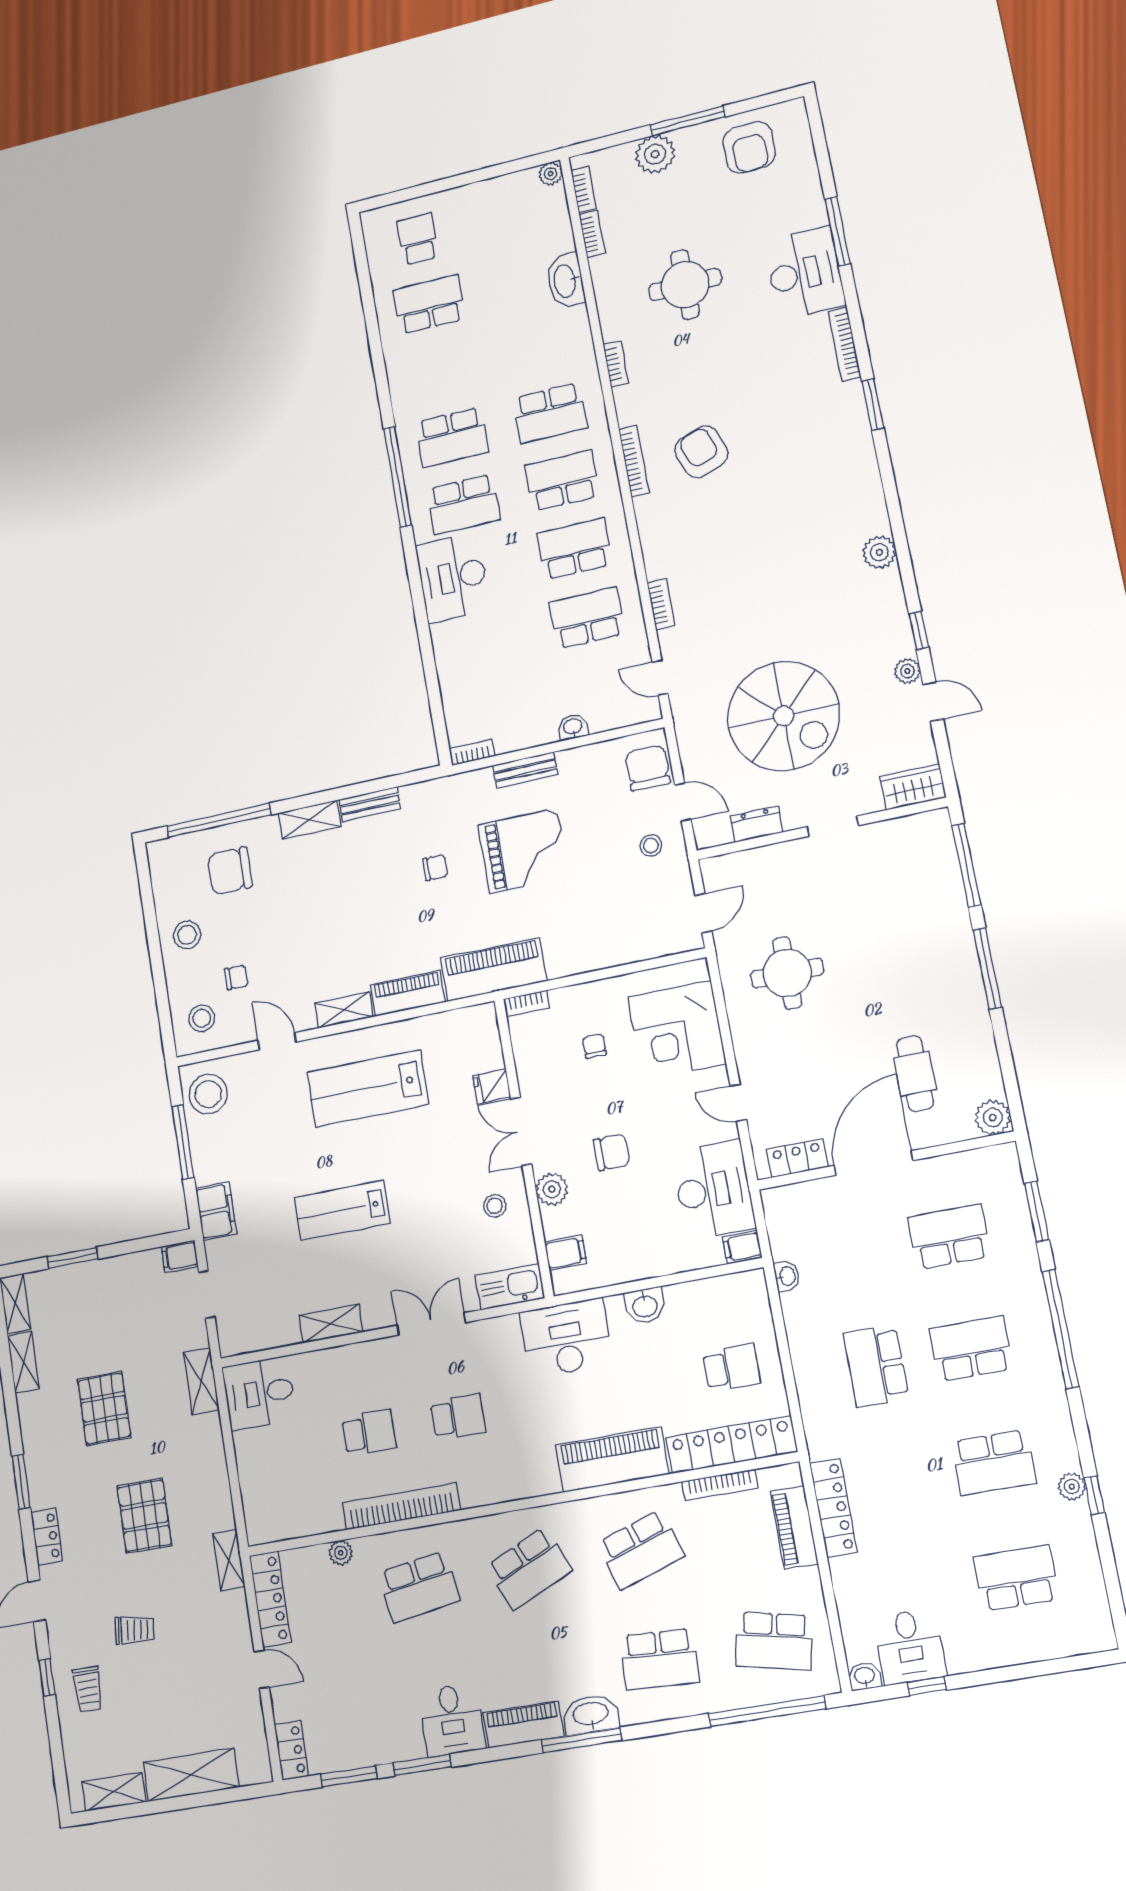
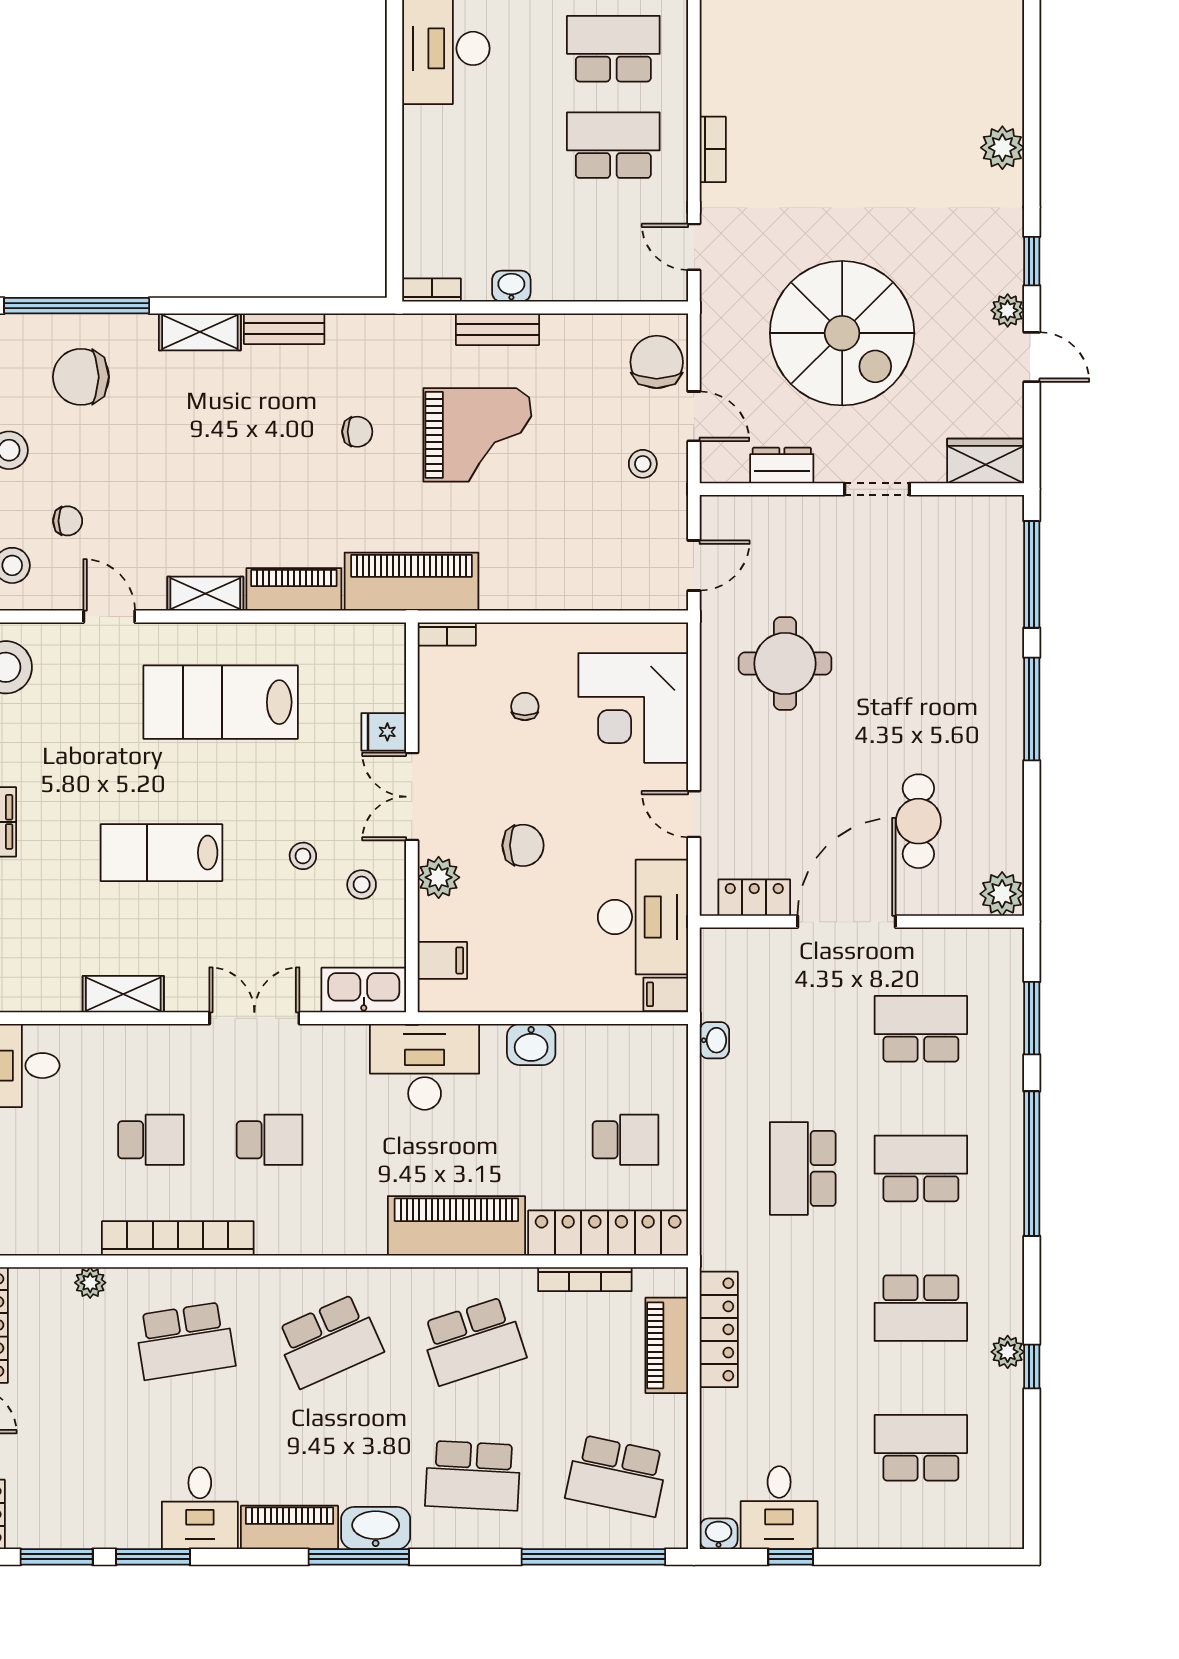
washbasin: (573, 727) -> (511, 286), moved
stool: (447, 1192) -> (303, 856), added

